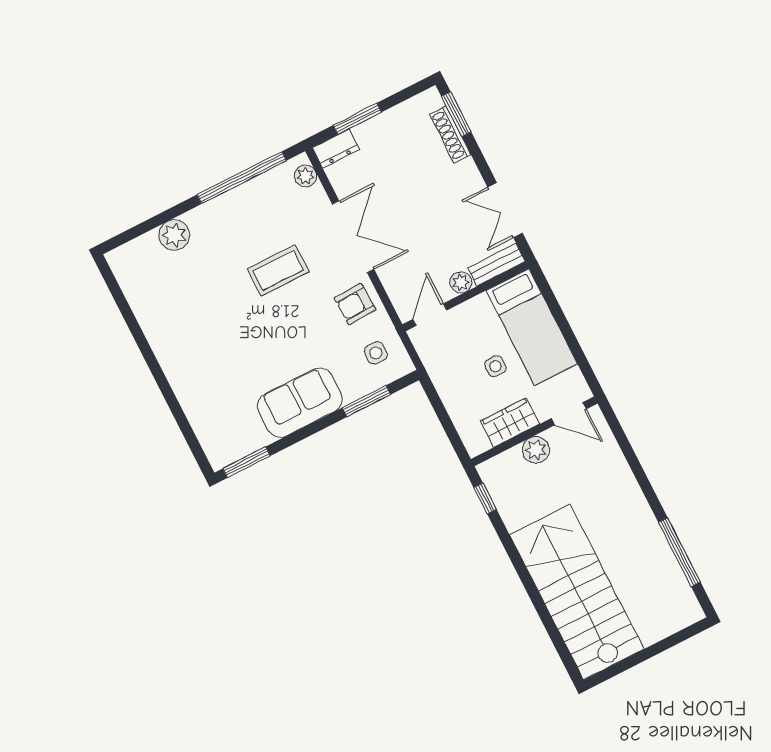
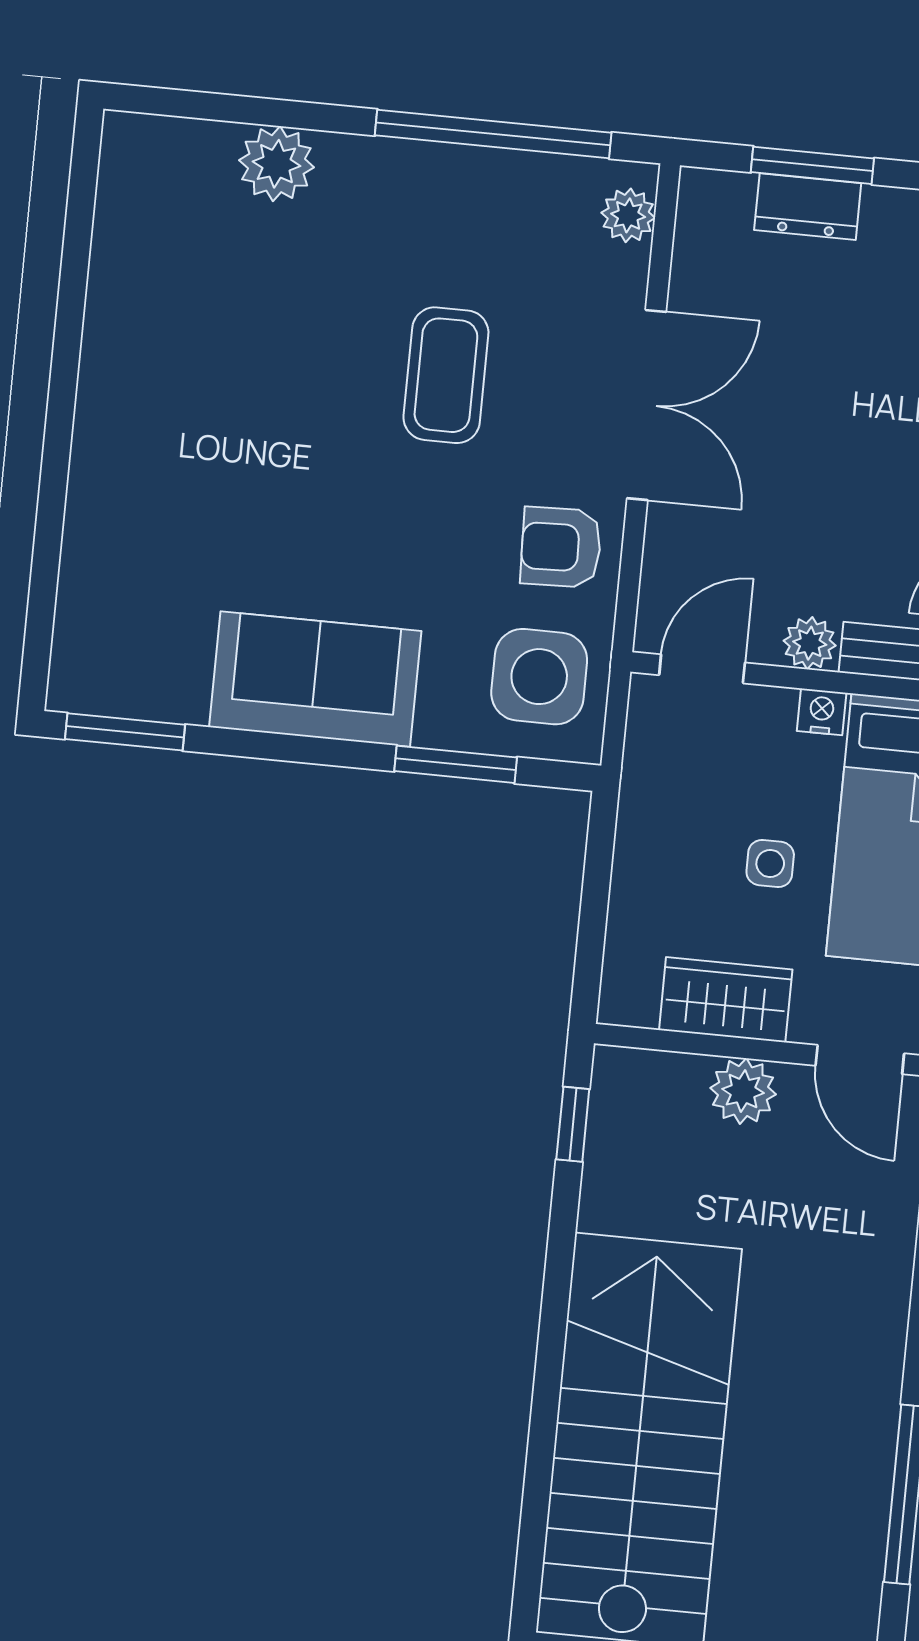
dresser: (336, 149) -> (808, 207), moved
coffee table: (278, 270) -> (446, 375), turned 90
nightstand: (480, 303) -> (822, 712), added
side table: (376, 353) -> (539, 677), width x1.87, depth x1.87

